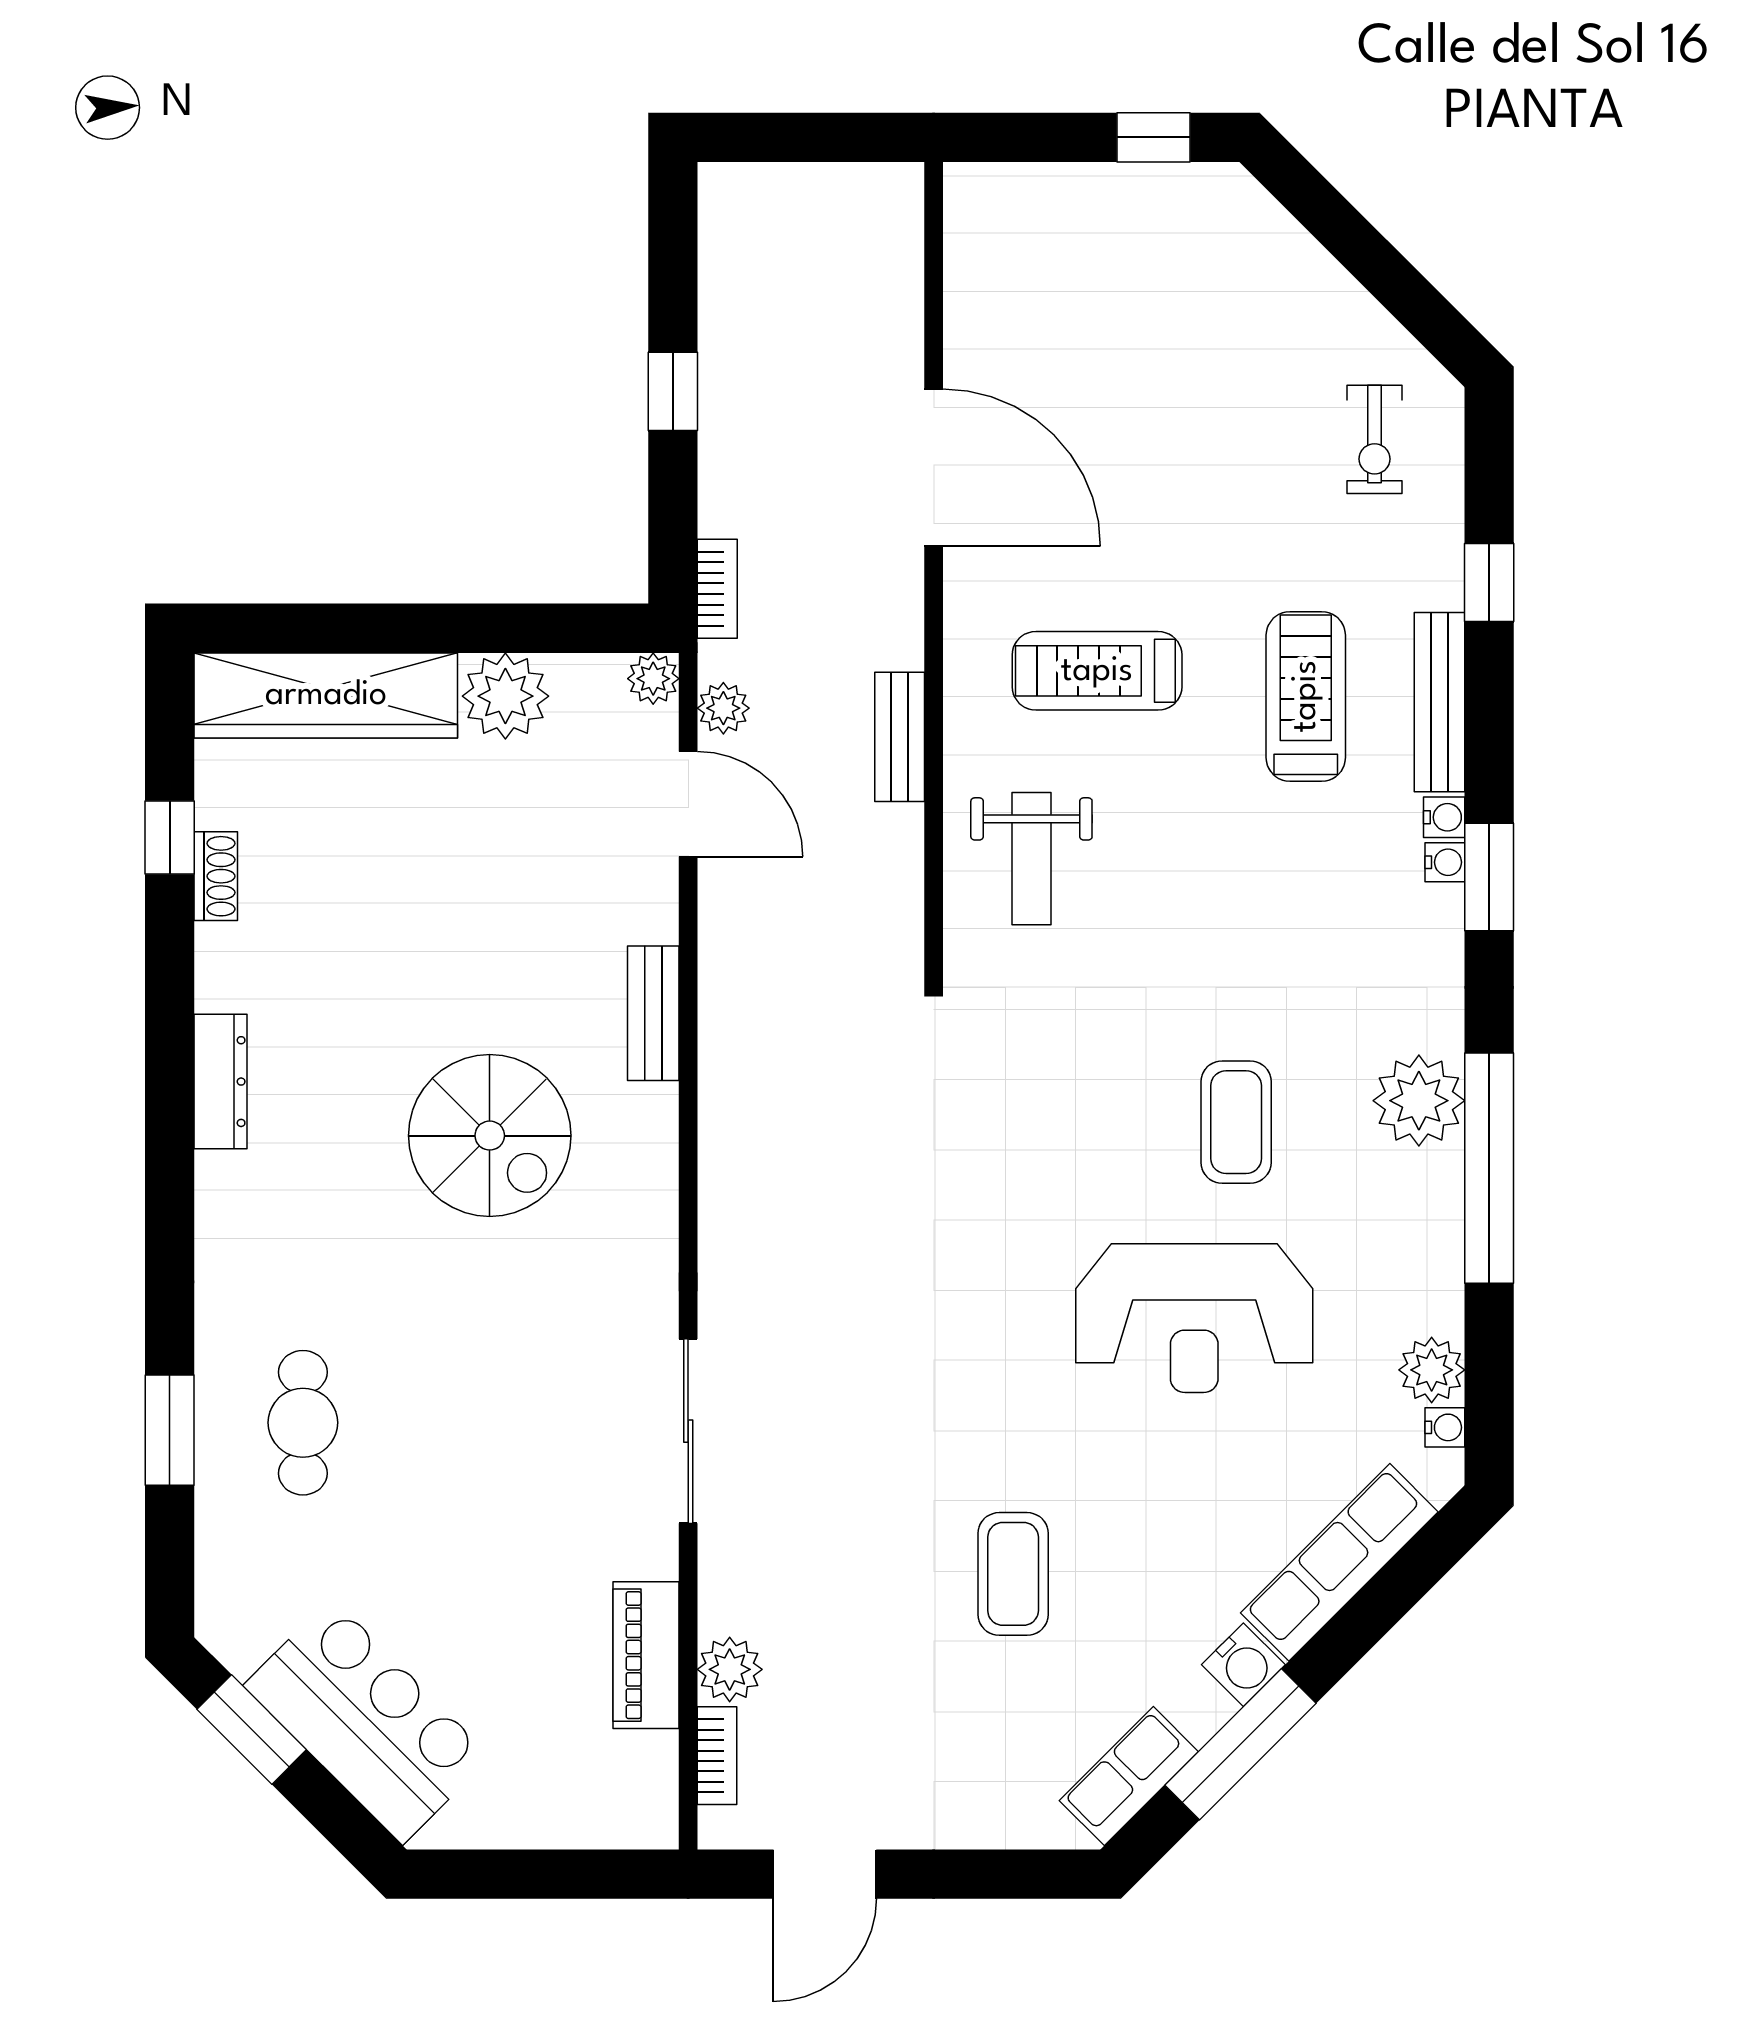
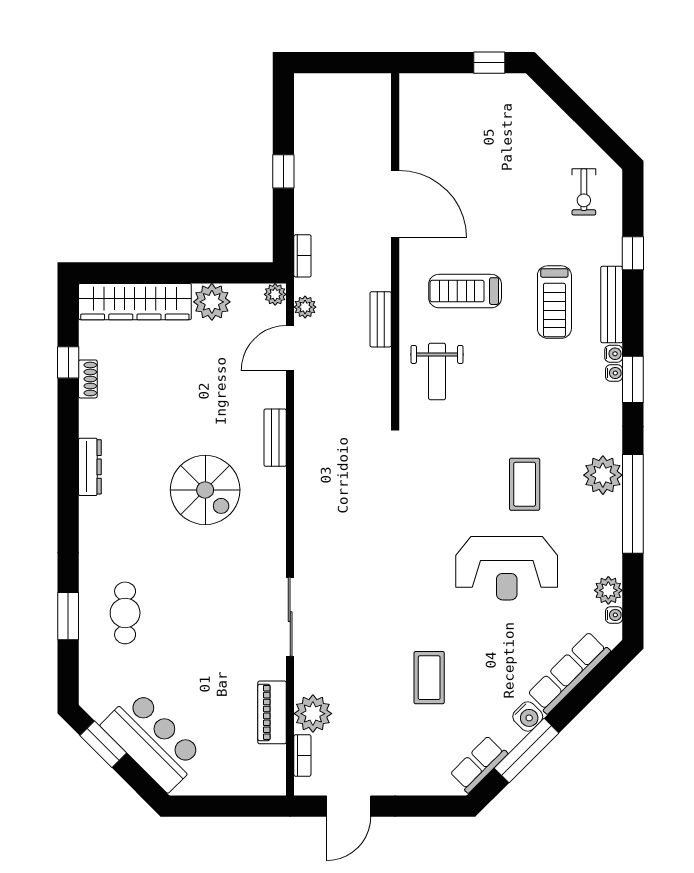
treadmill: (1306, 696) -> (554, 302), turned 180
door: (688, 804) -> (290, 348), swing flipped
plant: (730, 1669) -> (313, 714), width x1.36, depth x1.36

